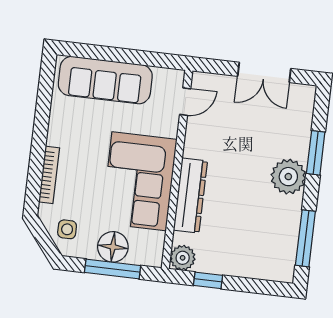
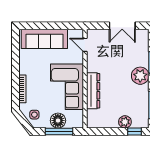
door: (185, 102) -> (85, 45), swing flipped
plant: (183, 258) -> (125, 122), moved
window: (208, 280) -> (134, 131), moved

